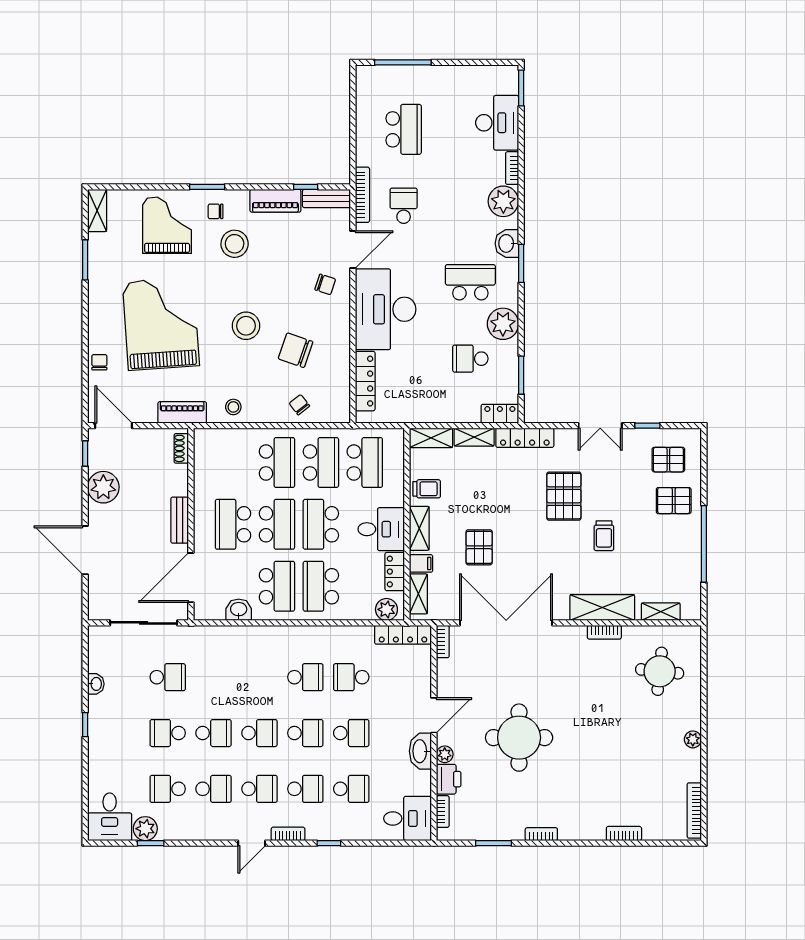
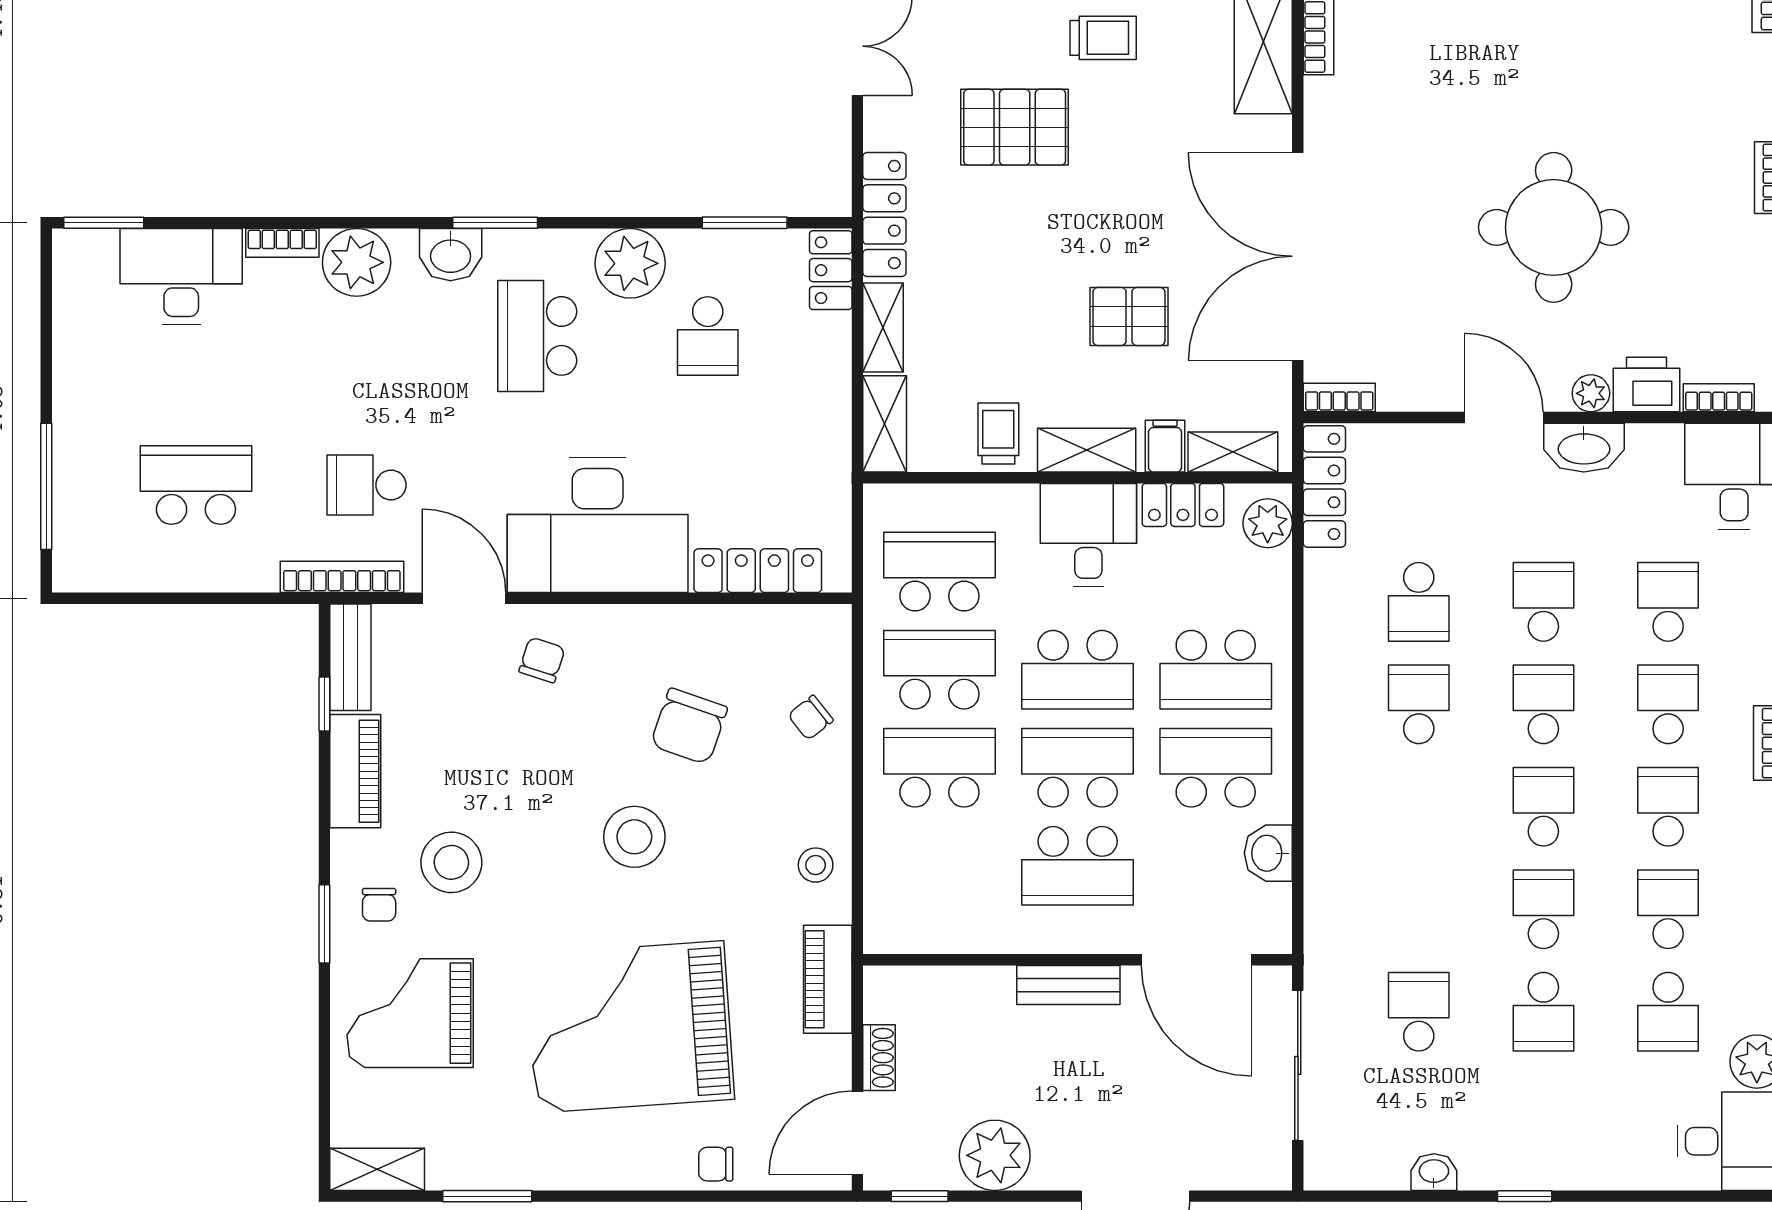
shoe rack: (181, 448) -> (879, 1058), moved, turned -90

